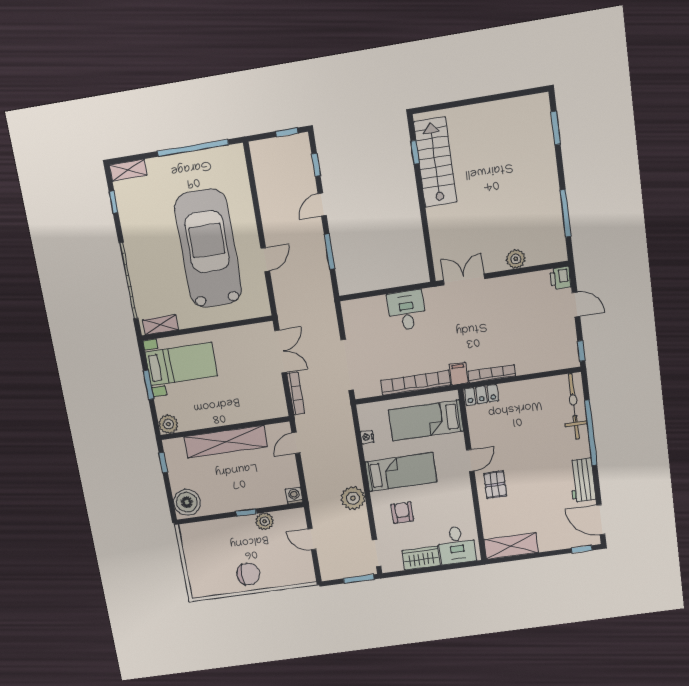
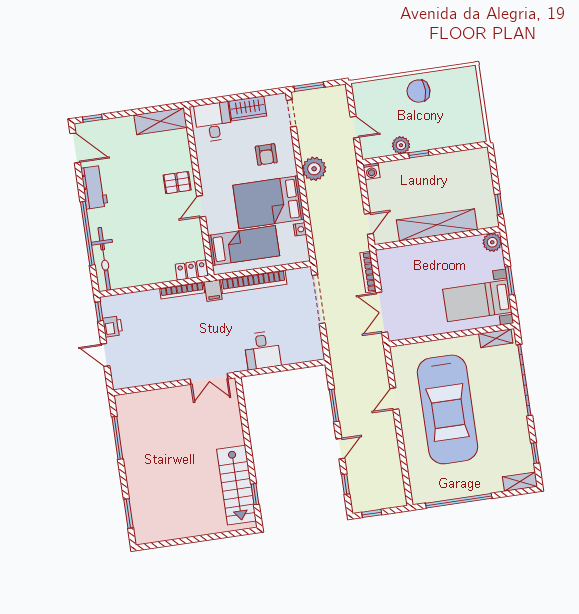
plant: (516, 259) -> (162, 397), removed
printer: (560, 278) -> (113, 326), moved
bed: (401, 472) -> (269, 202), width x1.50
pallet: (495, 485) -> (177, 183), turned 90
boiler: (187, 502) -> (477, 164), removed

